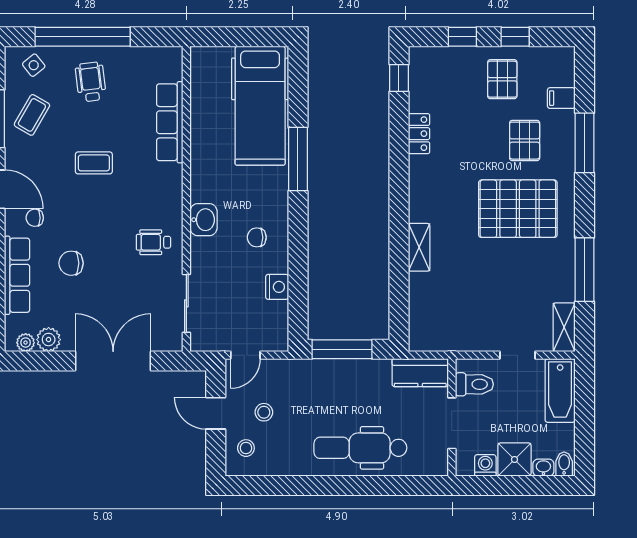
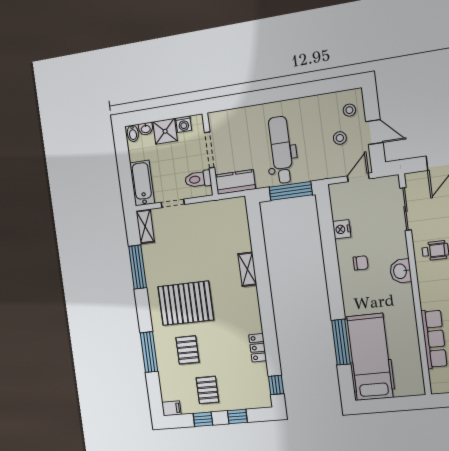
filing cabinet: (561, 98) -> (171, 408), moved
window: (298, 159) -> (341, 342), moved
dental chair: (360, 448) -> (281, 150), moved, turned -90

